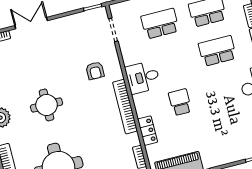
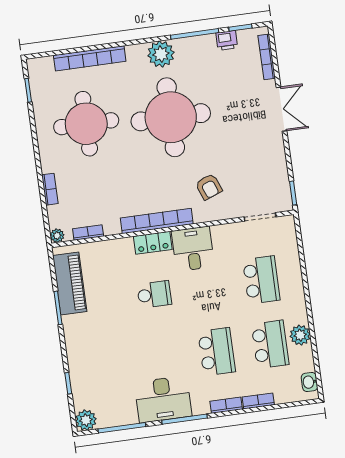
armchair: (95, 71) -> (209, 187), turned -111
round table: (47, 105) -> (171, 117), width x1.86, depth x1.86
locker: (147, 131) -> (153, 243), moved

